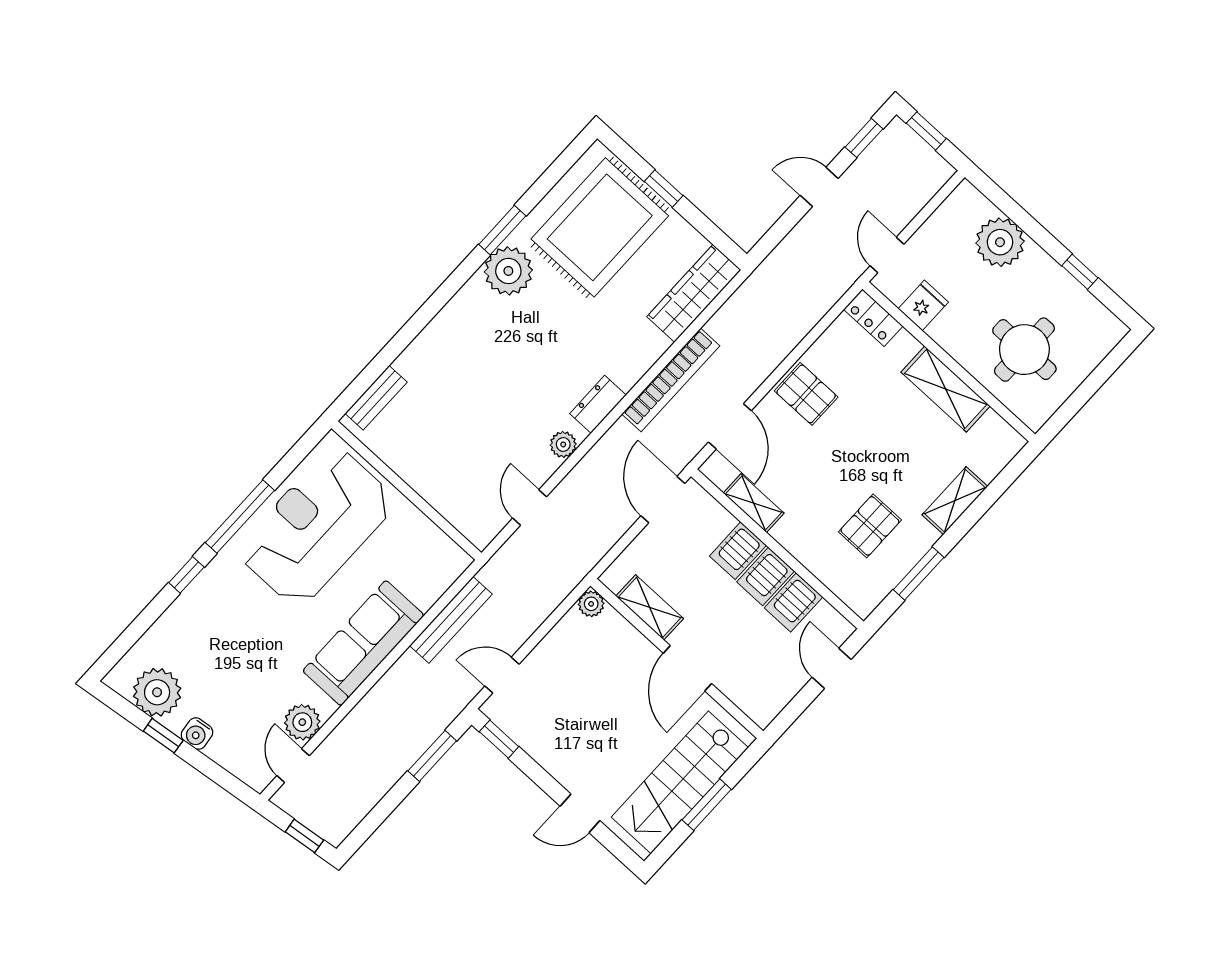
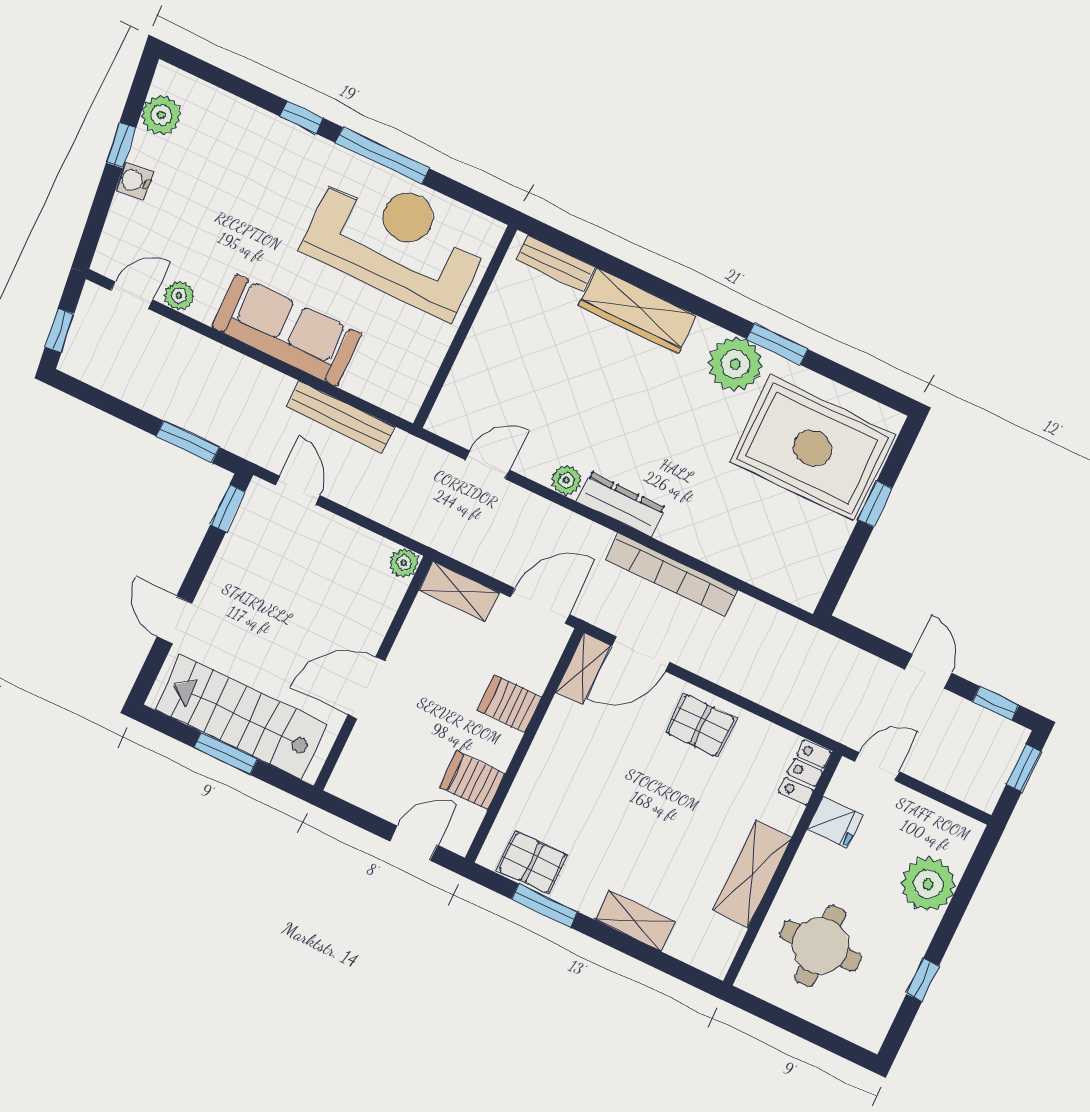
wardrobe: (694, 293) -> (638, 311), moved, turned 180
pallet: (806, 394) -> (701, 725), turned 90
dresser: (598, 404) -> (621, 504), width x1.44
shelving: (754, 503) -> (583, 669), moved
pallet: (870, 526) -> (532, 863), moved
server rack: (766, 576) -> (491, 742), removed
shelving: (650, 607) -> (459, 591), moved, turned 90
plant: (157, 692) -> (161, 115), width x0.73, depth x0.73
plant: (302, 722) -> (179, 296), width x0.73, depth x0.73

